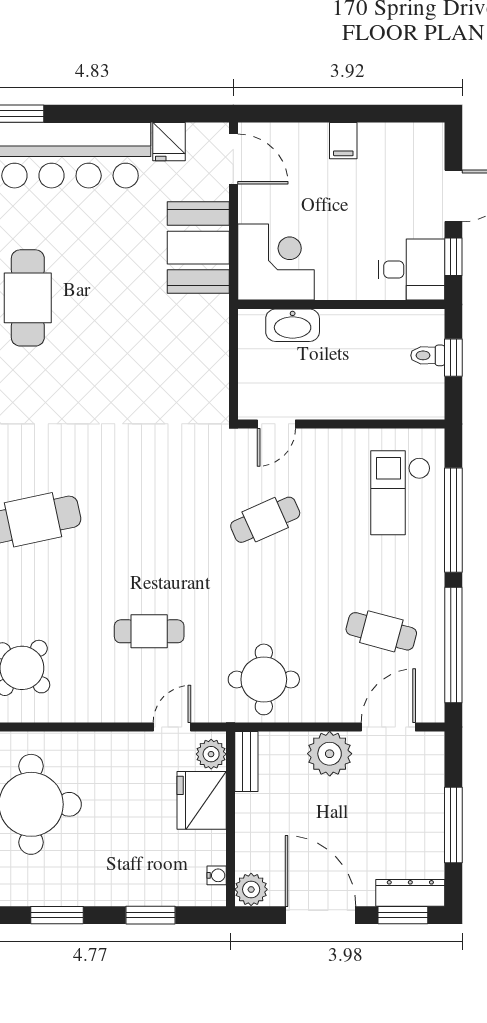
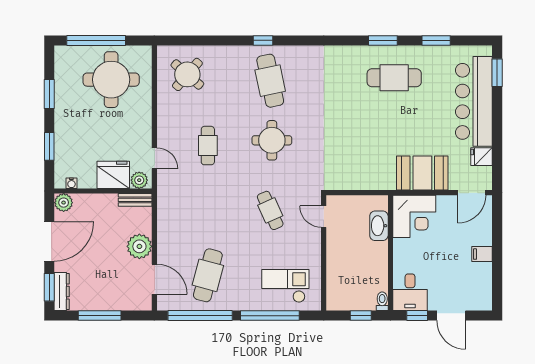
toilet: (428, 355) -> (382, 301), moved
cafe table: (381, 631) -> (208, 275), width x1.37, depth x1.35
round table: (264, 679) -> (272, 140), moved

